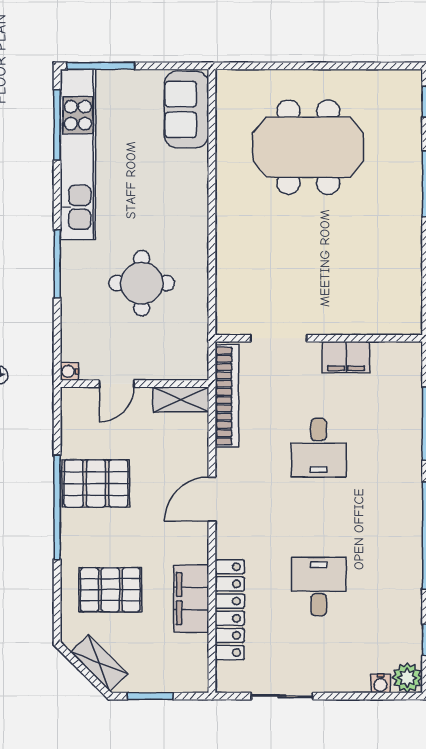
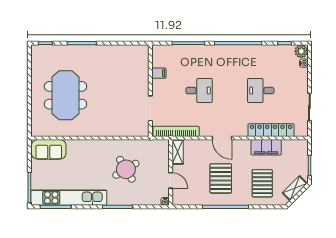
round table: (142, 283) -> (126, 169), turned -31
filing cabinet: (346, 357) -> (159, 73), width x0.50
pallet: (96, 483) -> (221, 178), moved

